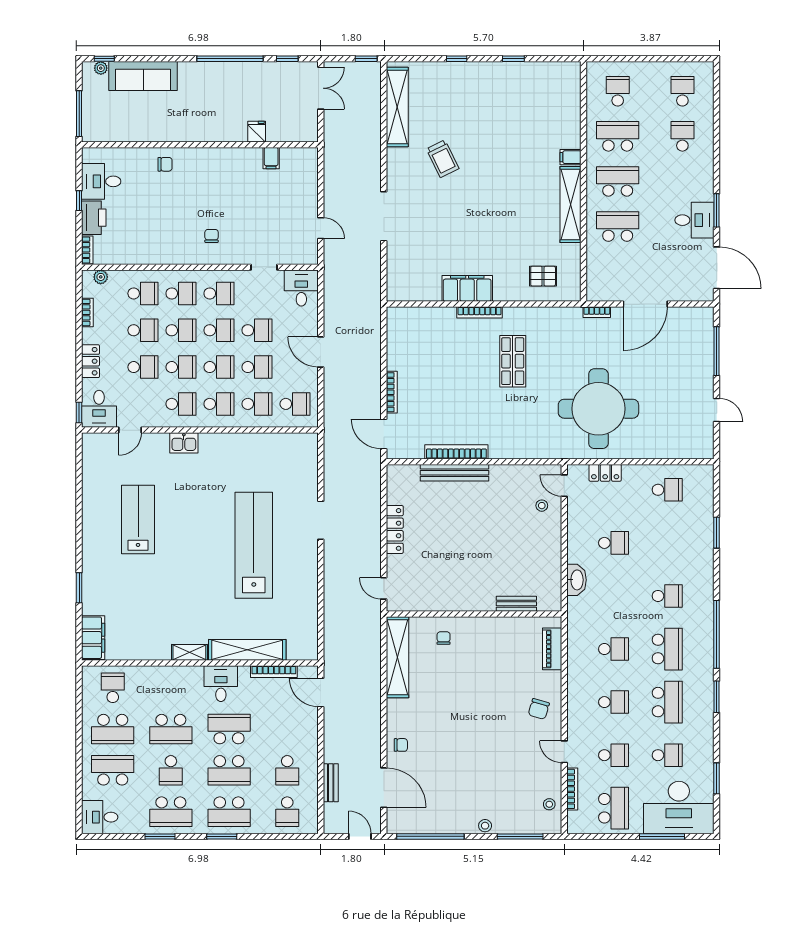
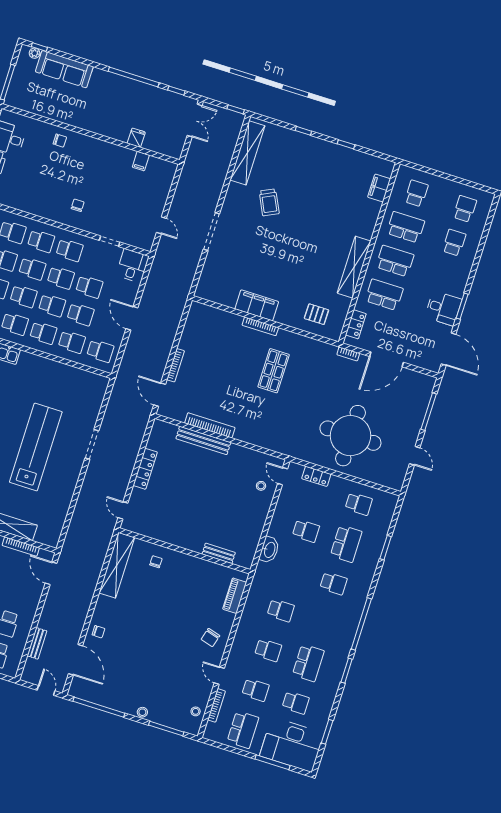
filing cabinet: (570, 157) -> (379, 188), moved, width x2.00
locker: (595, 273) -> (356, 324), added
round table: (598, 409) -> (350, 436), moved
school desk: (667, 649) -> (346, 544), moved

